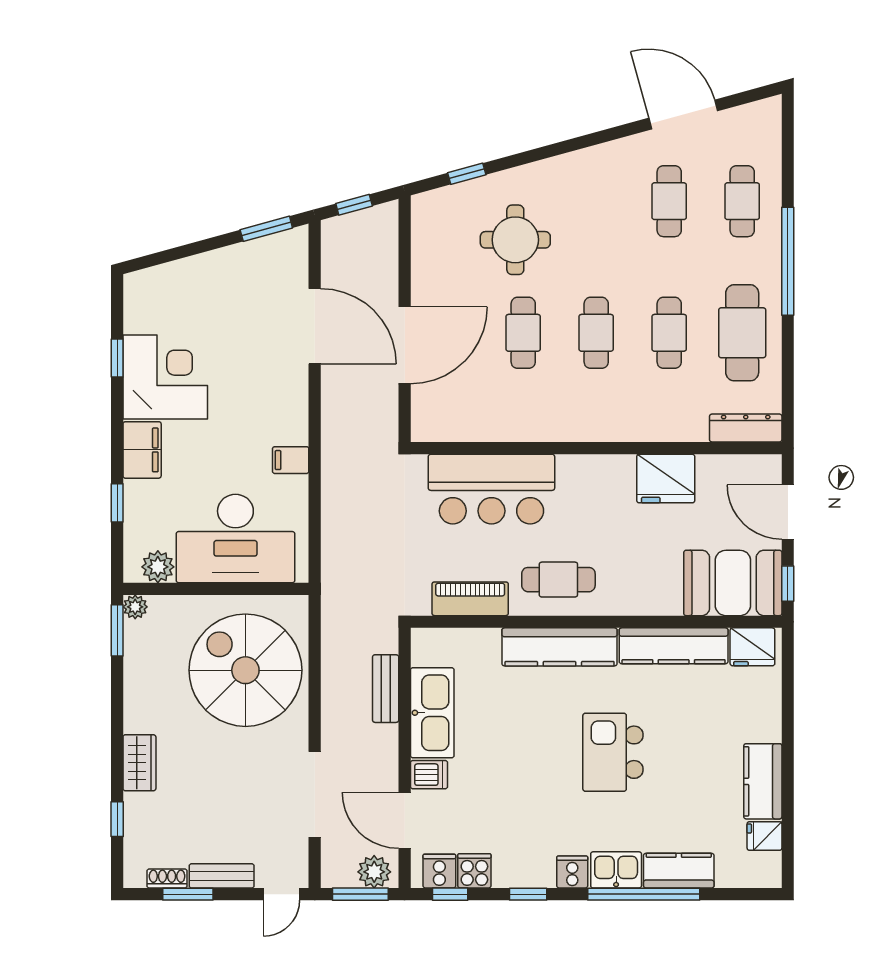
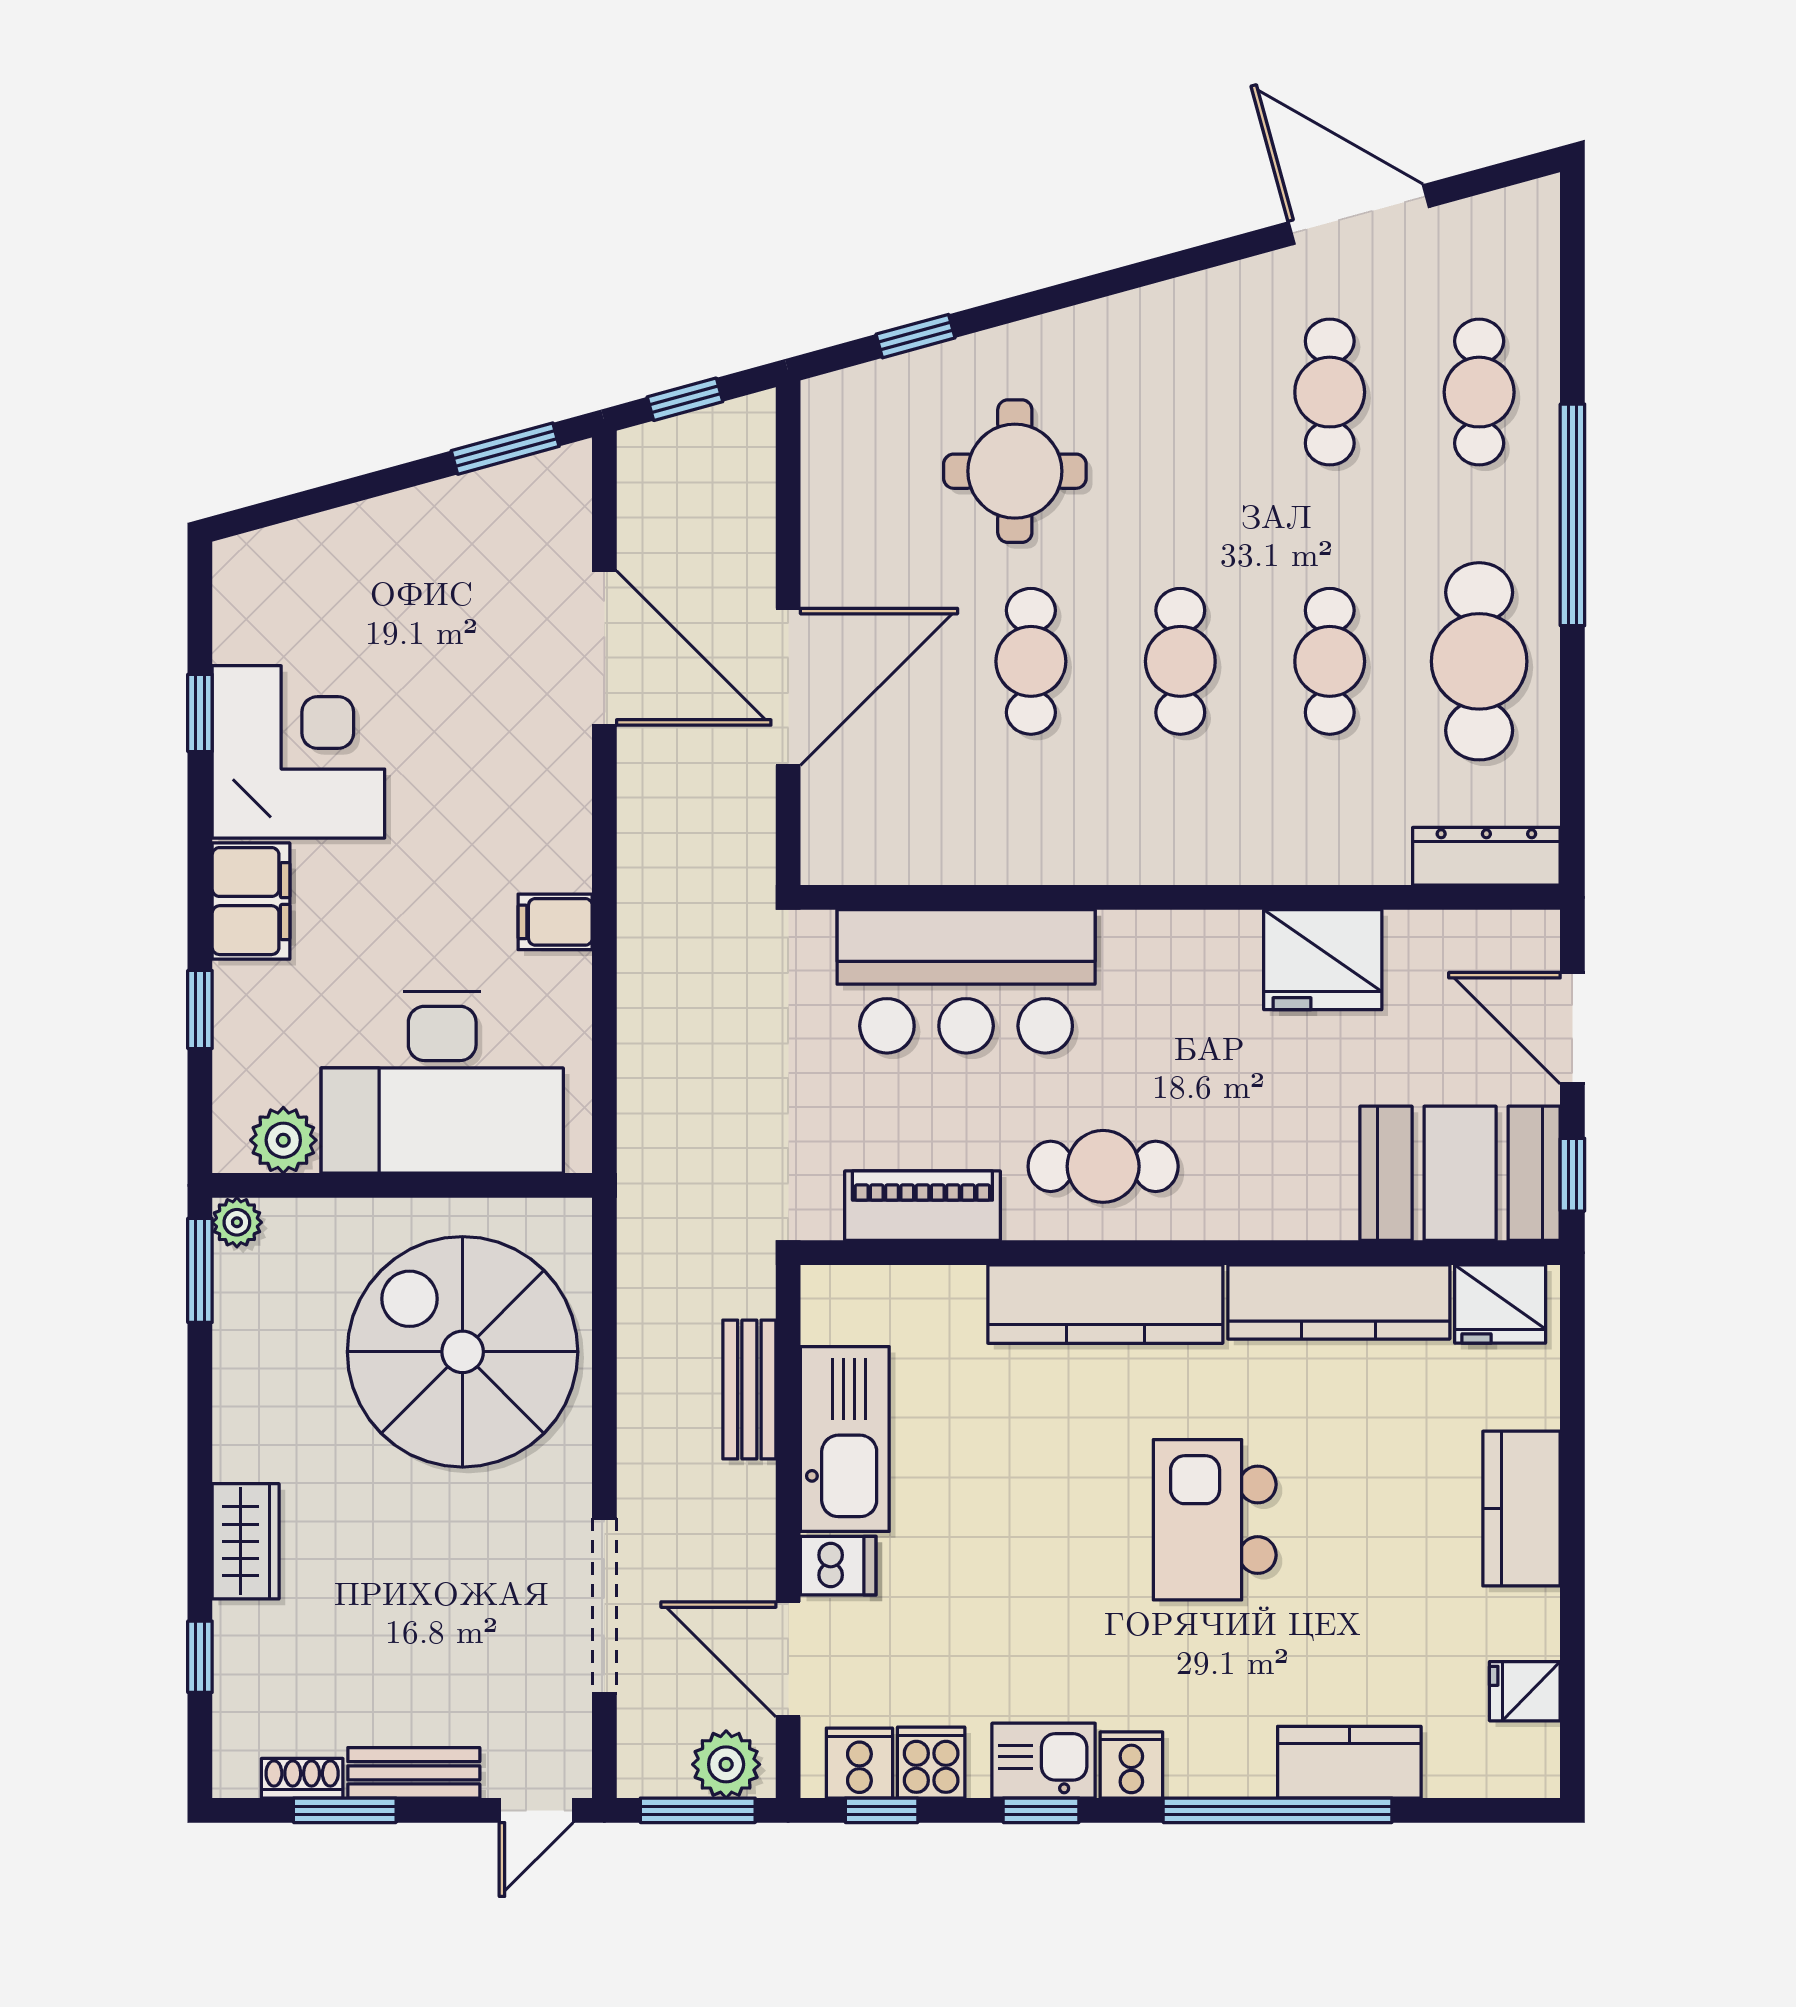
kitchen counter: (763, 781) -> (1521, 1509), moved
kitchen sink: (616, 870) -> (1044, 1761), moved

